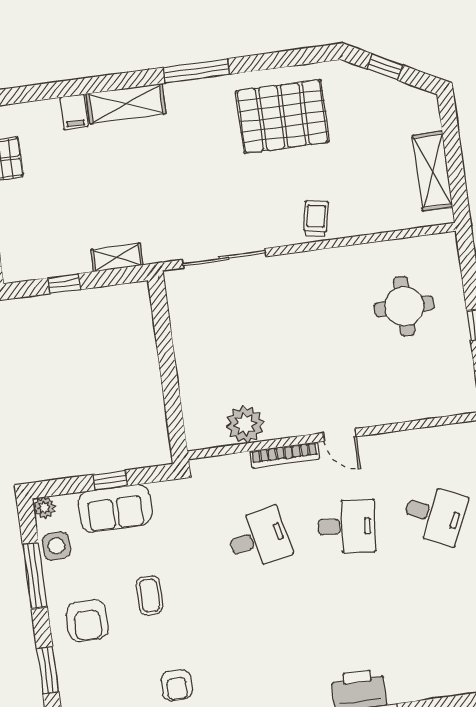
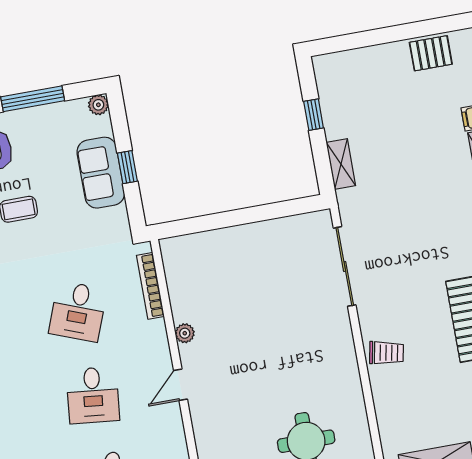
plant: (245, 425) -> (185, 333), moved, width x0.53, depth x0.53
bookcase: (285, 455) -> (150, 286), moved
desk: (259, 538) -> (78, 311), turned 33
side table: (56, 546) -> (62, 118), removed

